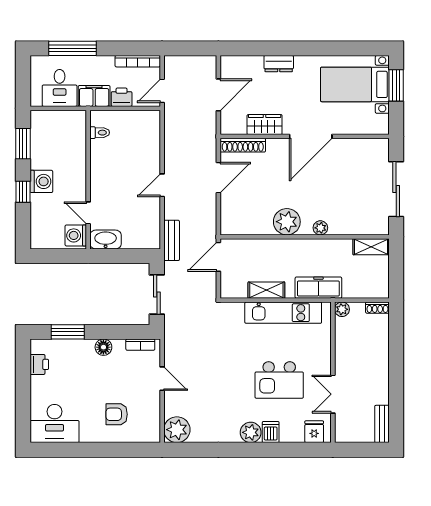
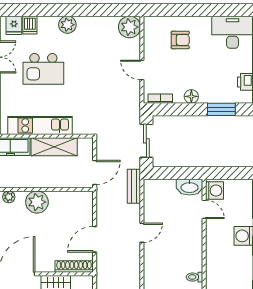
shelving: (266, 290) -> (54, 147), width x1.50, depth x1.33
kitchen island: (279, 380) -> (43, 69), turned 180
dishwasher: (271, 432) -> (30, 25), moved

